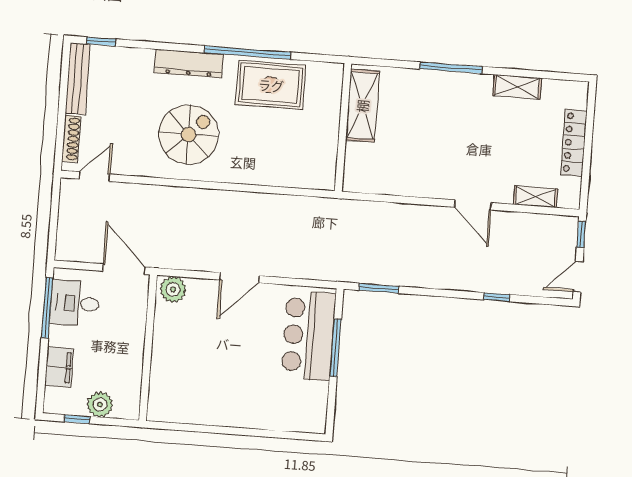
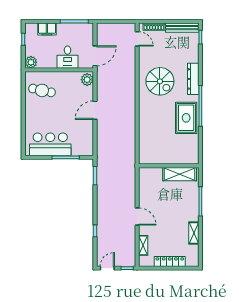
shelving: (362, 106) -> (180, 174), moved
wall: (343, 127) -> (169, 166), moved
door: (473, 205) -> (137, 217), swing flipped
door: (578, 277) -> (107, 268), hinge flipped
door: (240, 278) -> (95, 110), hinge flipped
desk: (75, 303) -> (68, 57), moved, turned 180
bar counter: (309, 335) -> (50, 144), moved
cafe table: (189, 387) -> (42, 90), added
plant: (100, 404) -> (31, 62), moved

